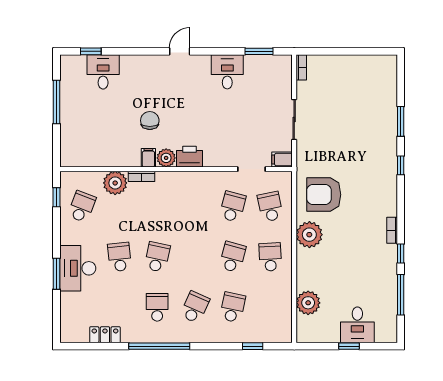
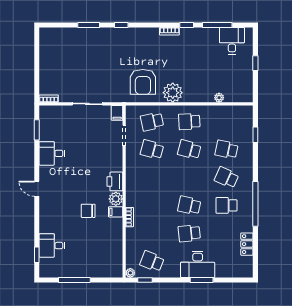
plant: (115, 183) -> (130, 273), moved, width x0.53, depth x0.53
plant: (308, 303) -> (219, 98), width x0.53, depth x0.53
desk: (357, 325) -> (232, 41), moved, turned -90

